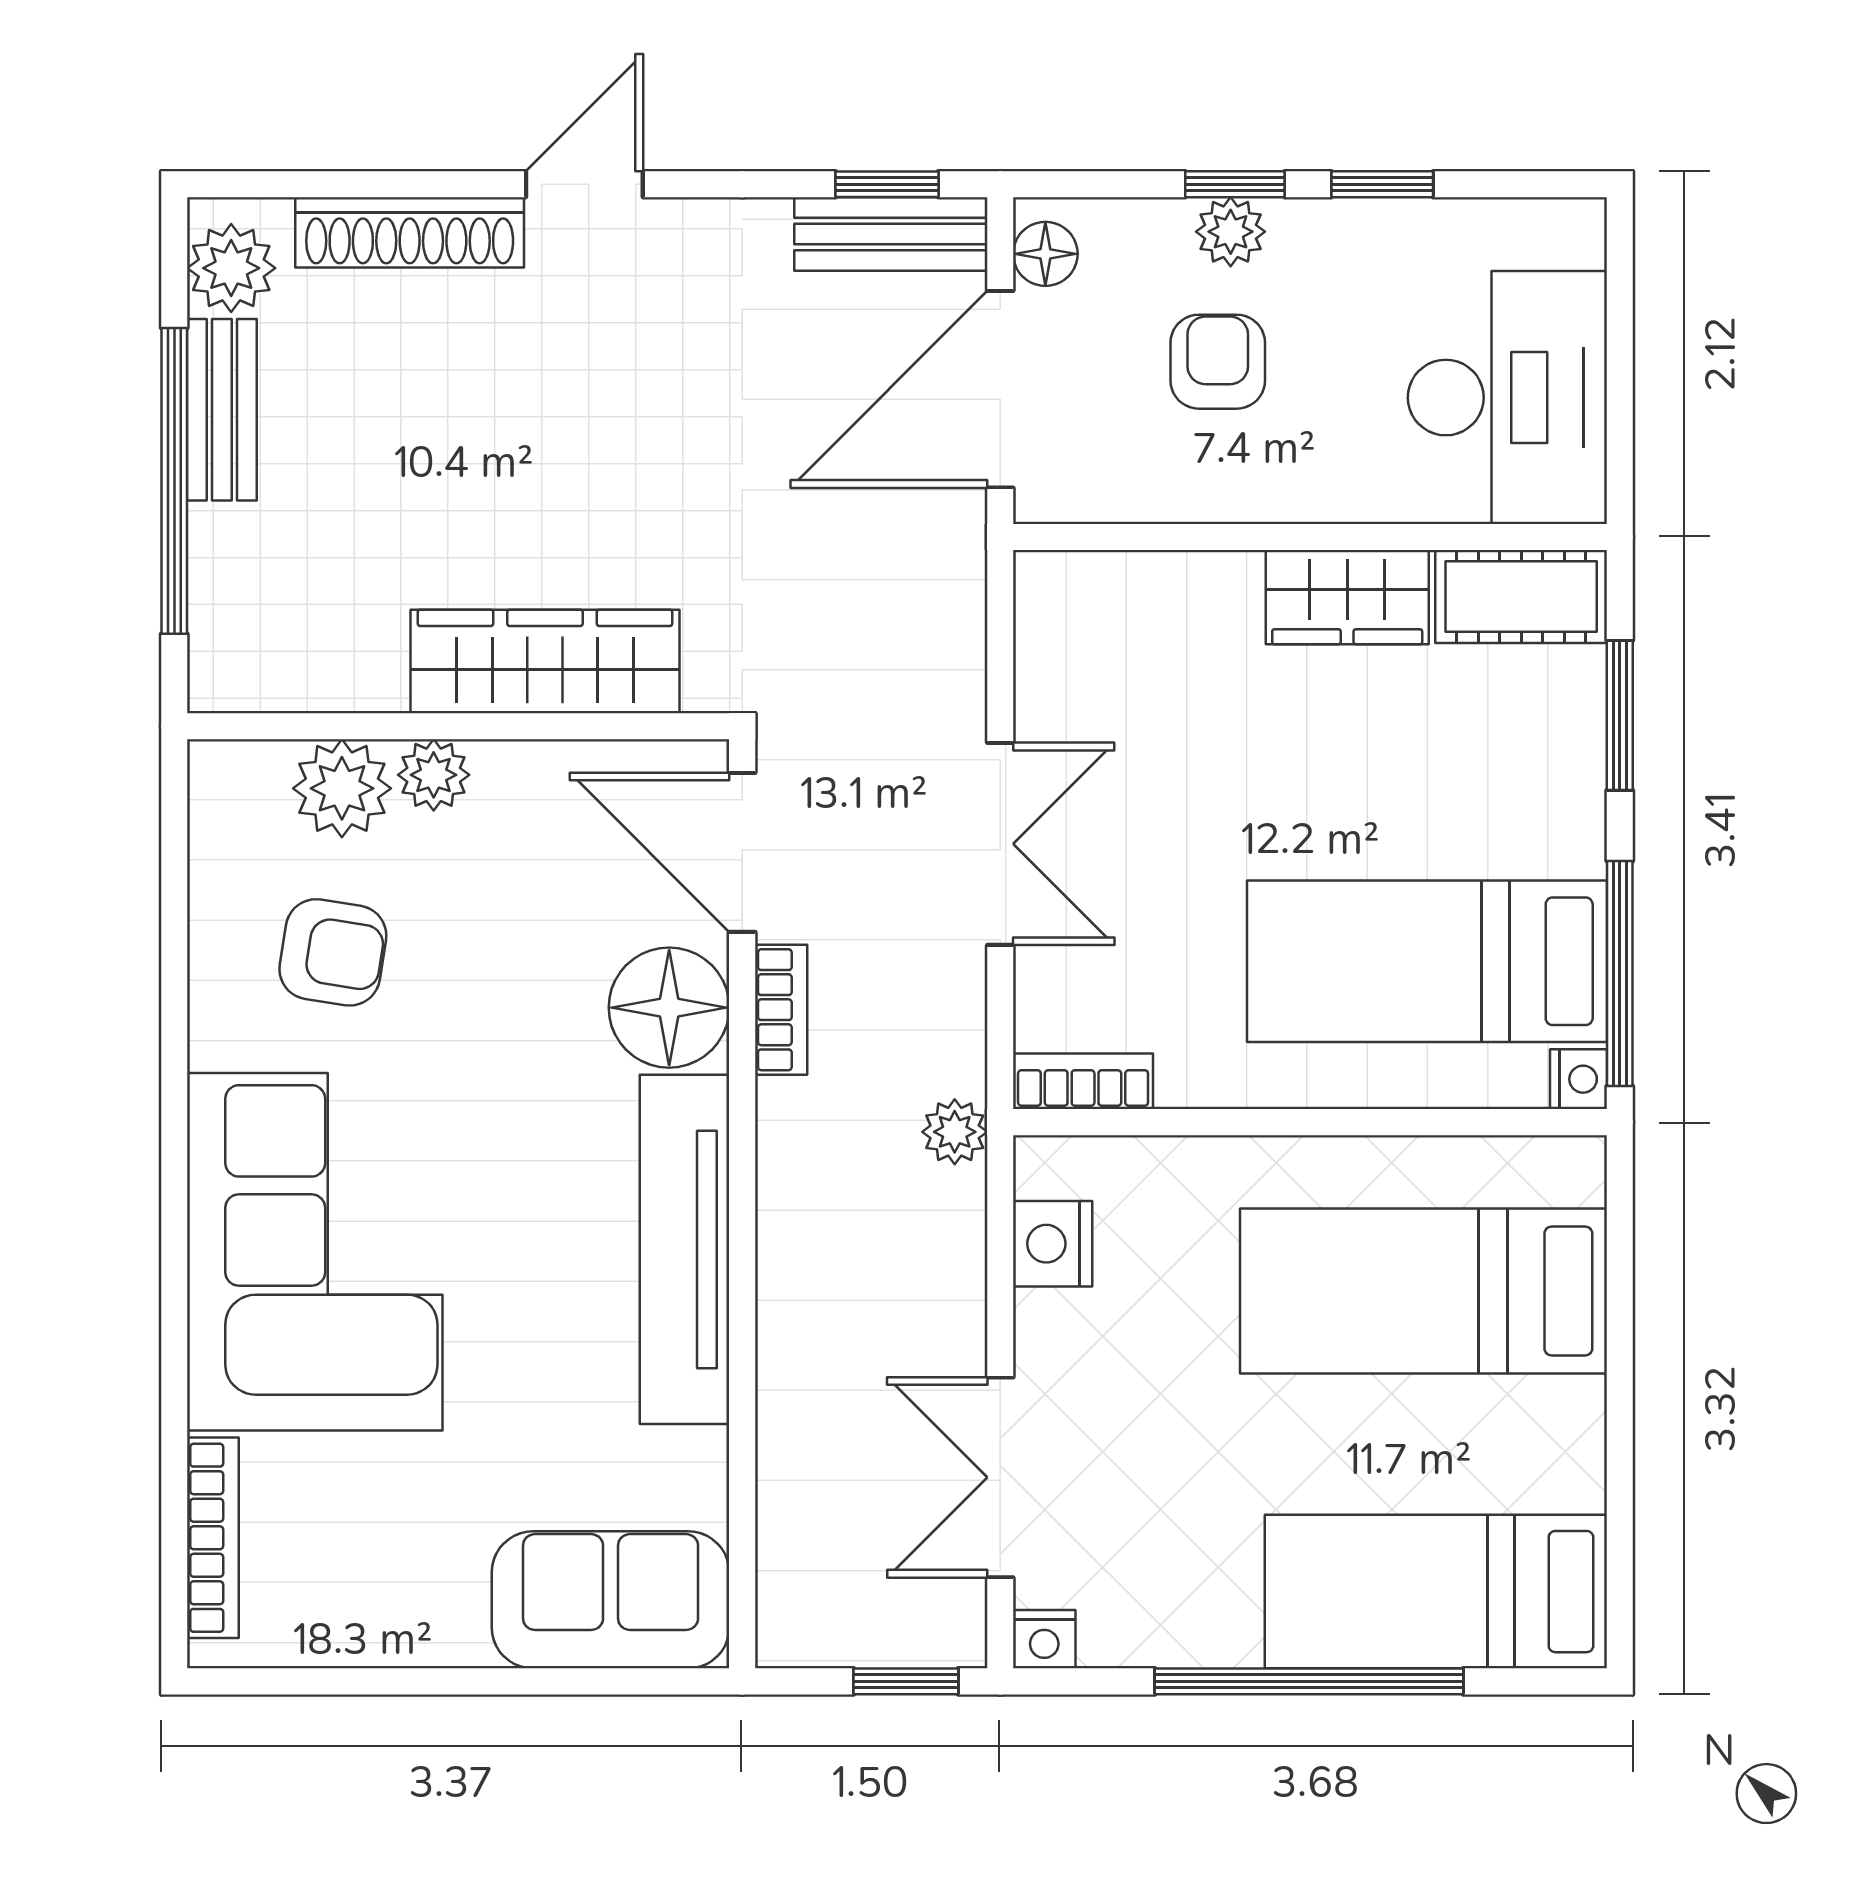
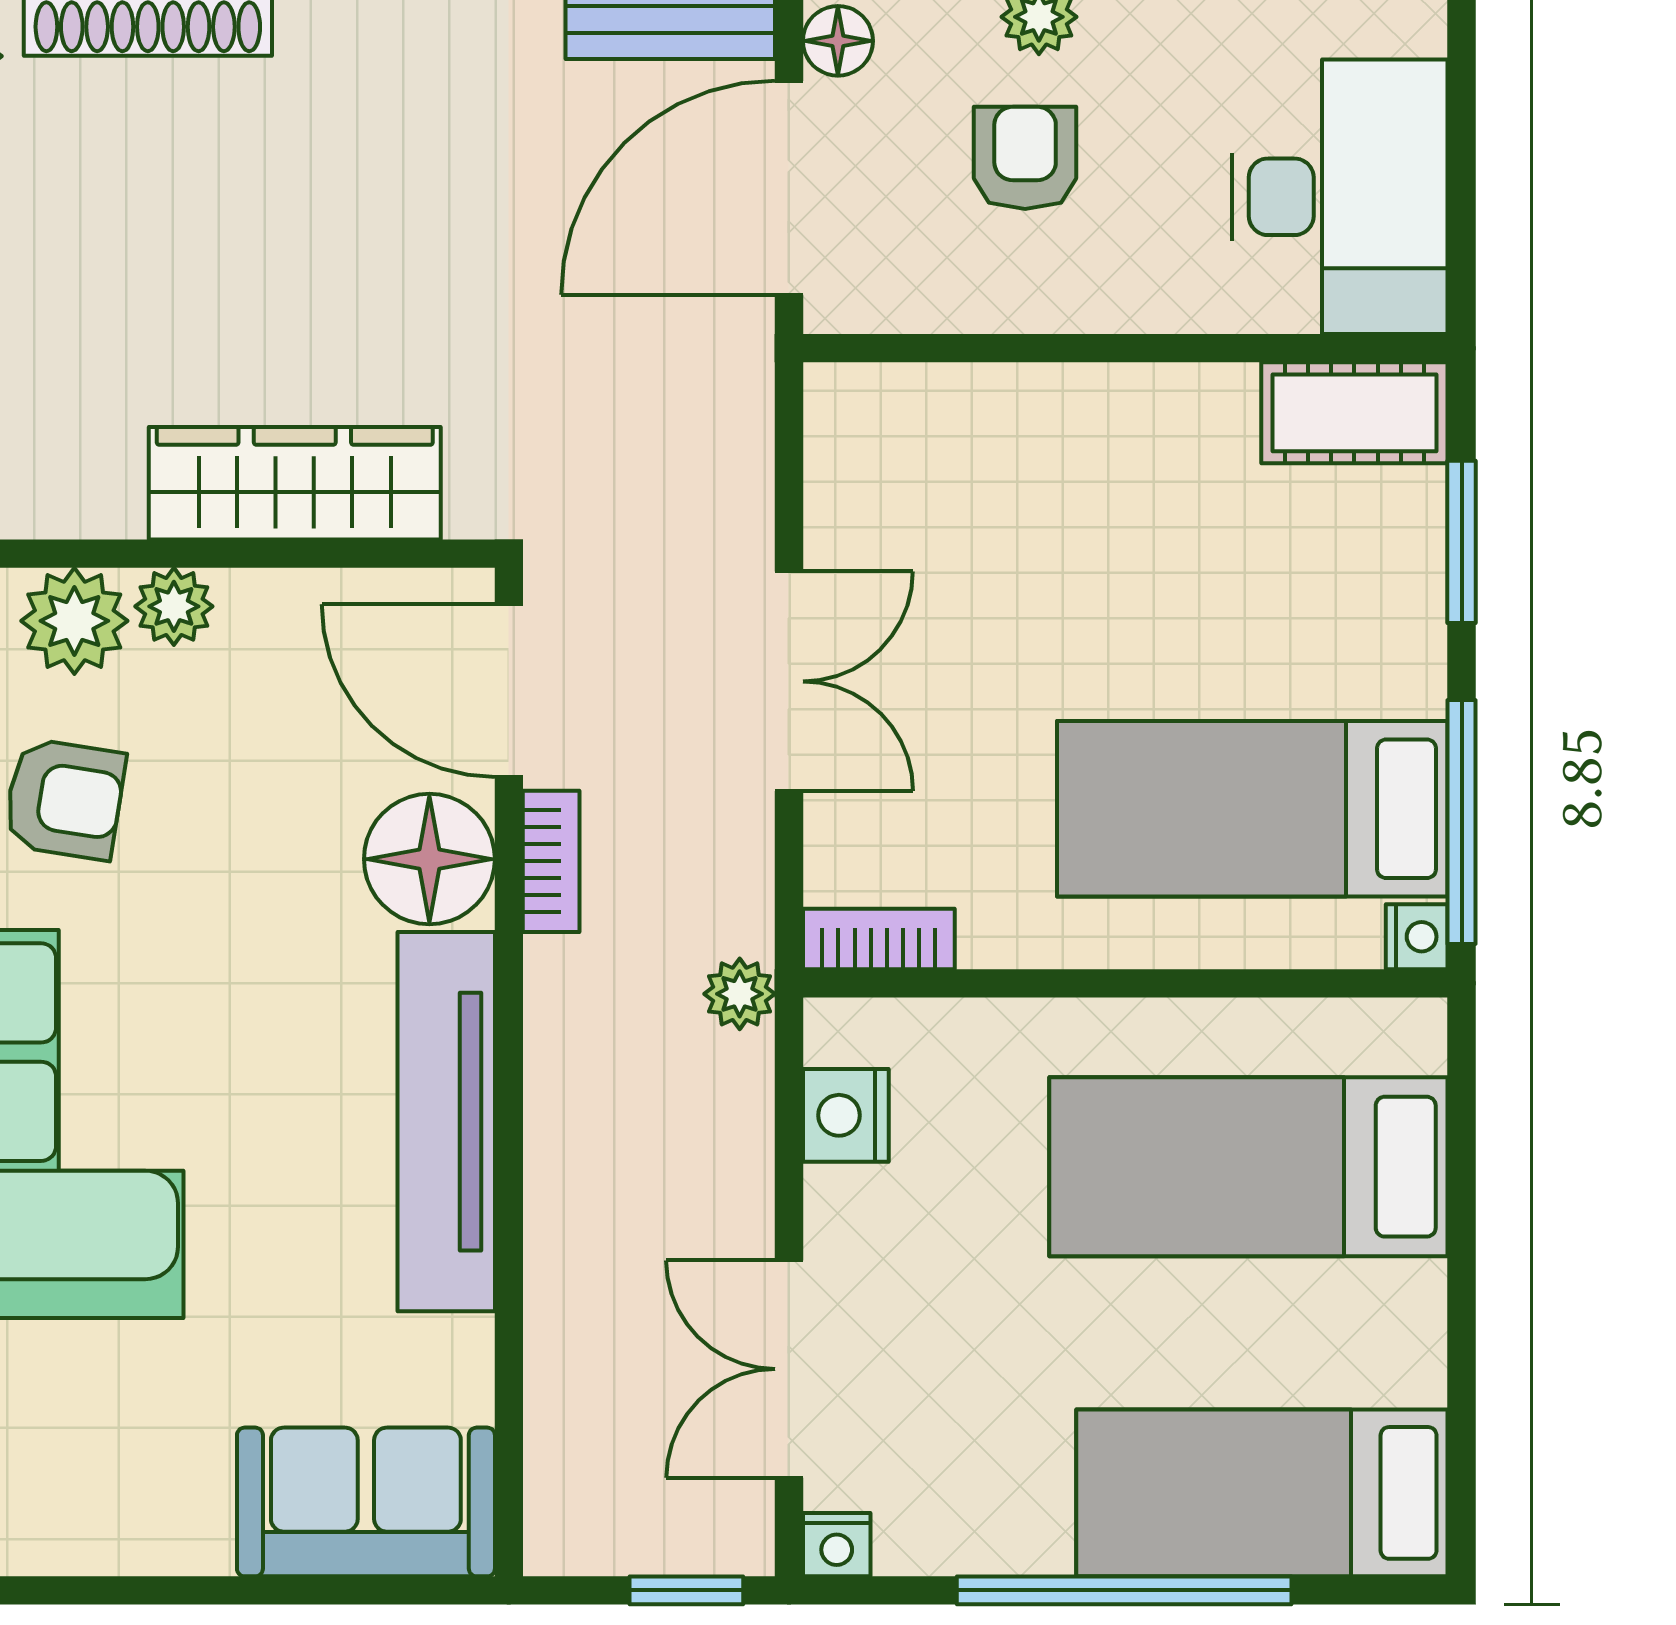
wardrobe: (1347, 597) -> (1166, 413), removed

